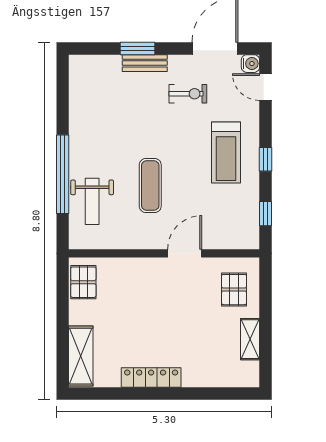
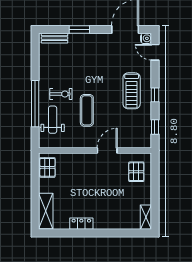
bench: (145, 63) -> (55, 38), moved
exercise bike: (188, 94) -> (61, 94), moved
weight bench: (92, 201) -> (53, 120), turned 180
shelving: (250, 339) -> (146, 217), moved
locker: (151, 377) -> (81, 224), width x0.66

